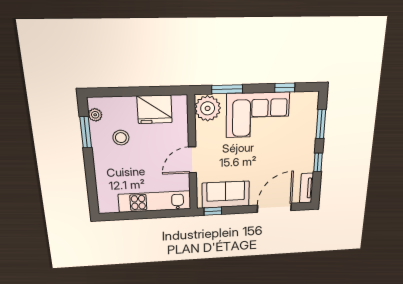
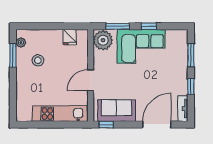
window: (285, 88) -> (149, 26), moved
fridge: (155, 109) -> (70, 37), width x0.53, depth x0.75

